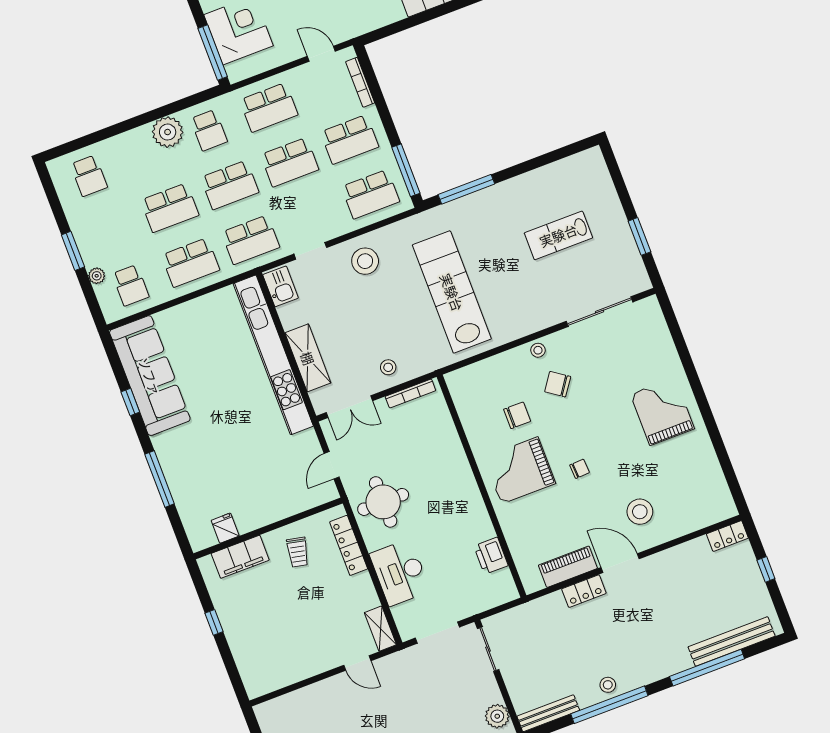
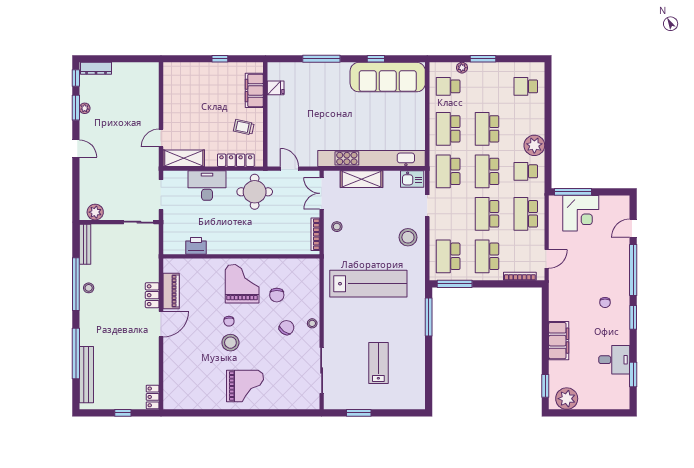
stool: (640, 512) -> (230, 343), moved
shelving: (380, 629) -> (184, 158), width x1.50, depth x1.33

